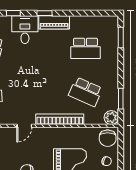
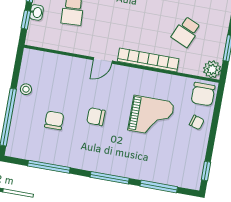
school desk: (86, 92) -> (186, 32), width x0.54

